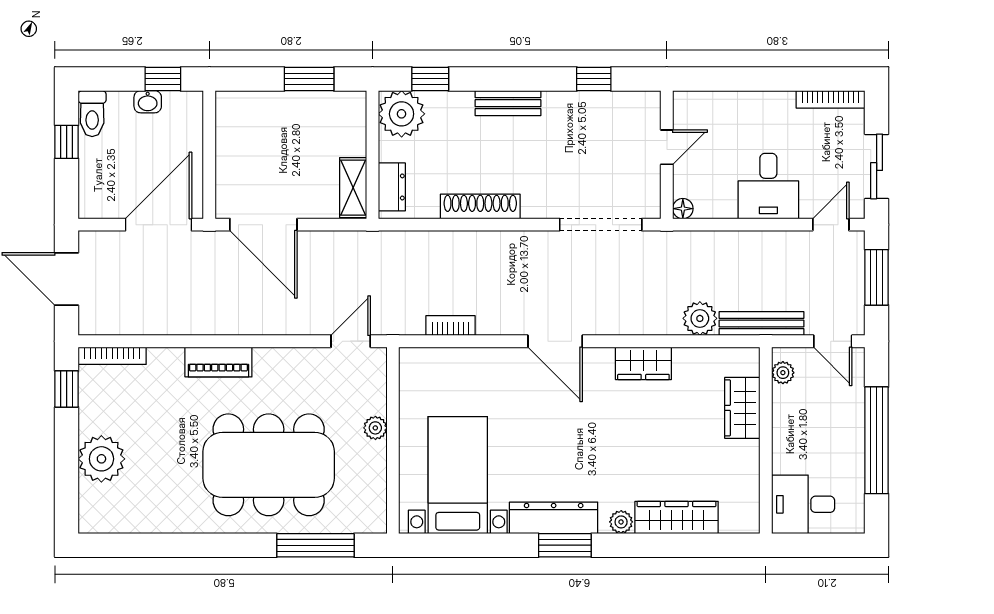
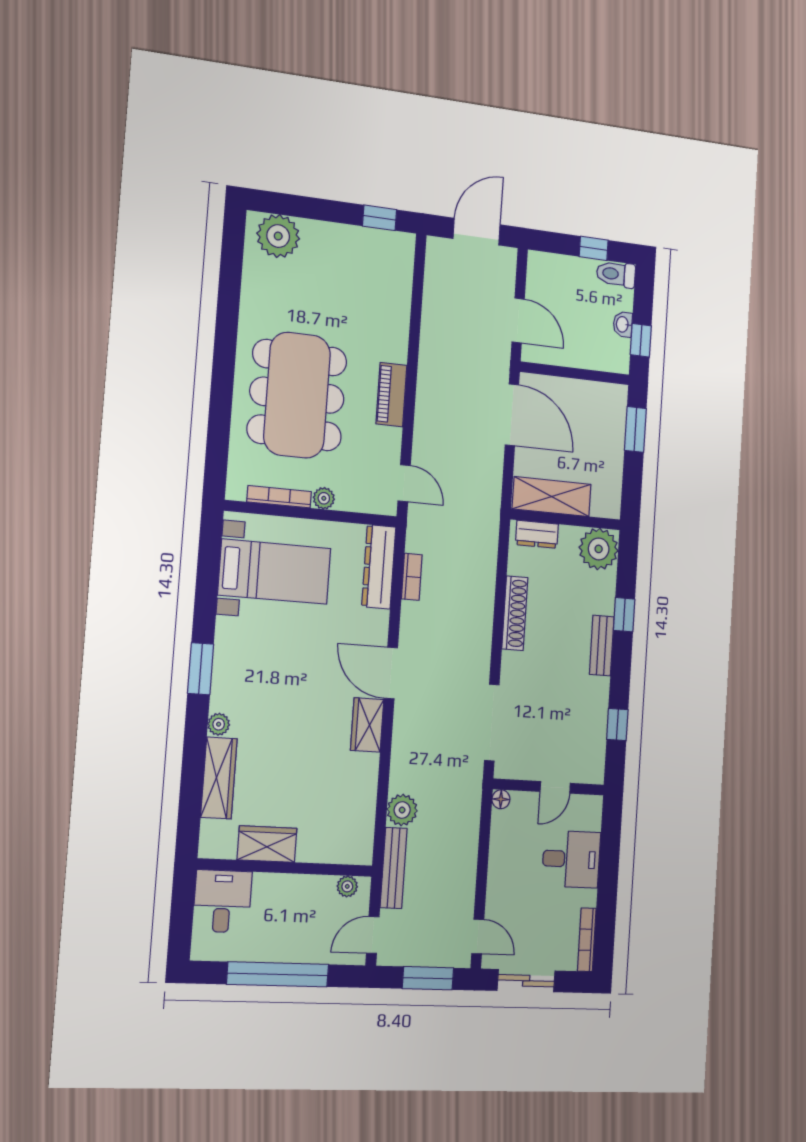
window: (309, 79) -> (635, 429), moved
window: (430, 79) -> (624, 615), moved
door: (667, 147) -> (555, 787), hinge flipped
desk: (768, 186) -> (571, 859), moved, turned 180
shelving: (353, 188) -> (552, 497), width x1.50, depth x1.33
door: (159, 225) -> (518, 320), width x0.73
door: (263, 225) -> (512, 415), swing flipped
door: (555, 341) -> (391, 673), hinge flipped
bookcase: (112, 356) -> (279, 497), moved, turned 90
piano: (218, 362) -> (391, 395), moved
wardrobe: (643, 363) -> (367, 725), moved
wardrobe: (742, 408) -> (267, 844), moved
plant: (101, 459) -> (278, 236), moved
dresser: (554, 518) -> (379, 567), moved, turned 180
window: (315, 545) -> (219, 431), removed

